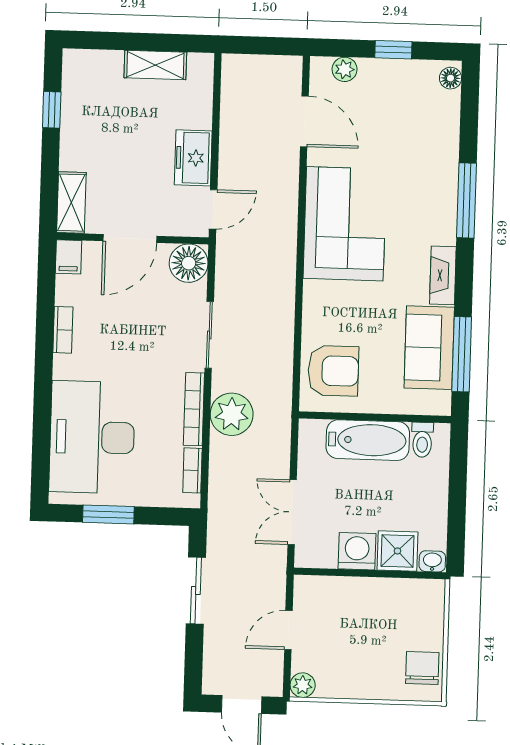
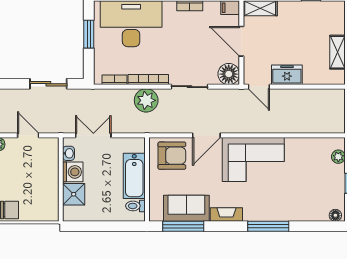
door: (304, 121) -> (206, 135), moved
armchair: (333, 371) -> (172, 156), turned -90
washbasin: (432, 561) -> (69, 153), moved

